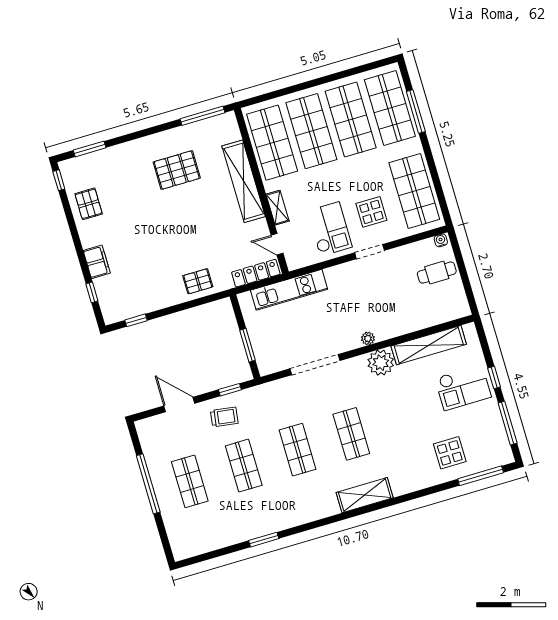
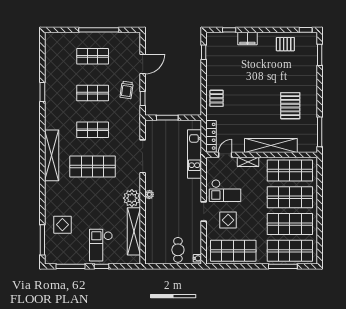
shop shelf: (351, 434) -> (93, 166), width x1.43, depth x1.36
shelving: (365, 495) -> (52, 155), width x1.47

